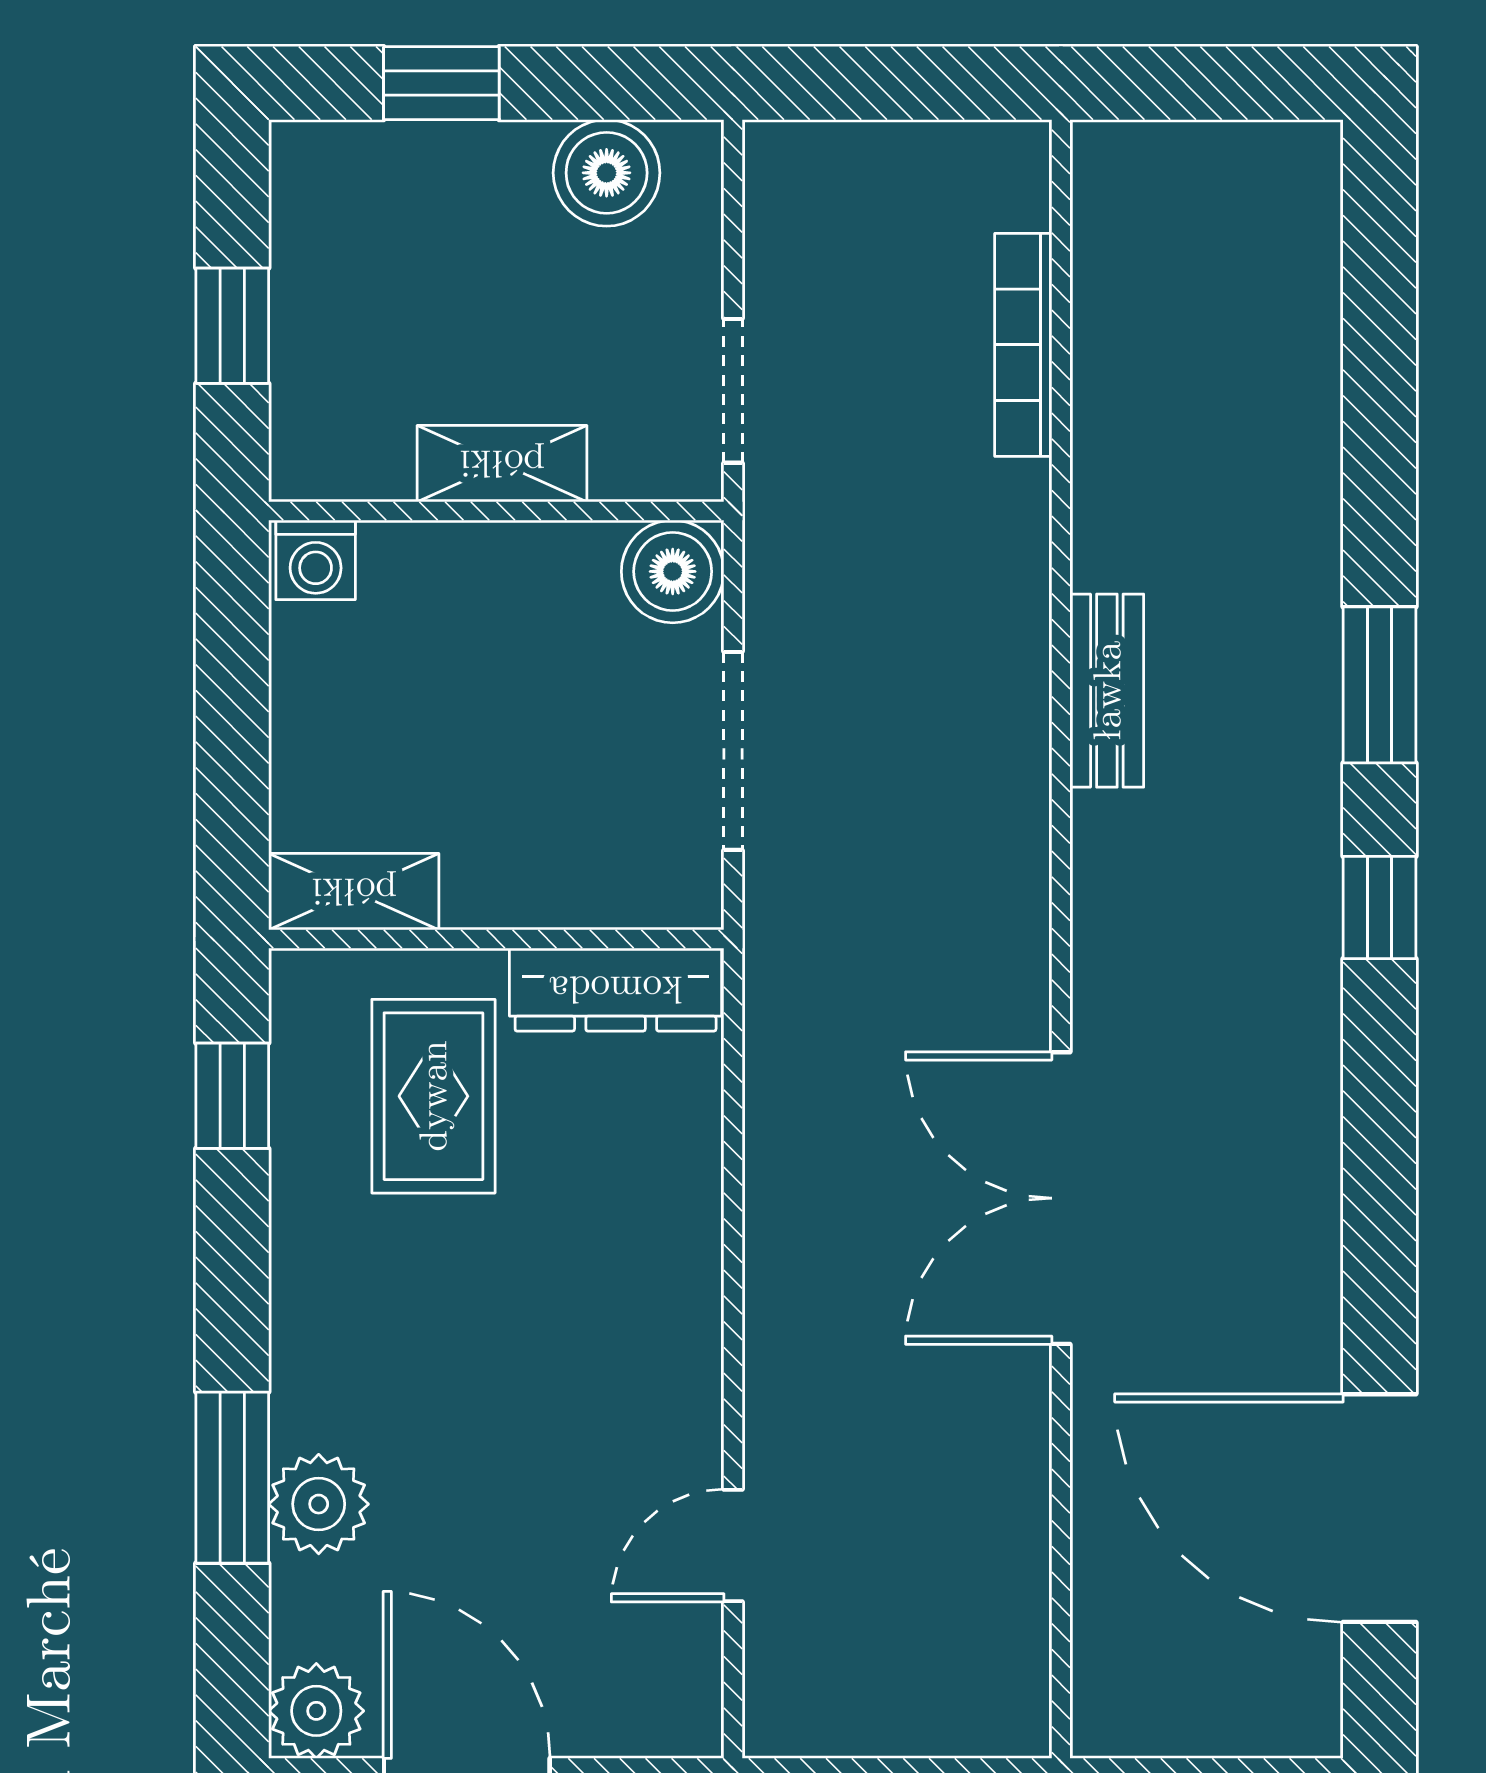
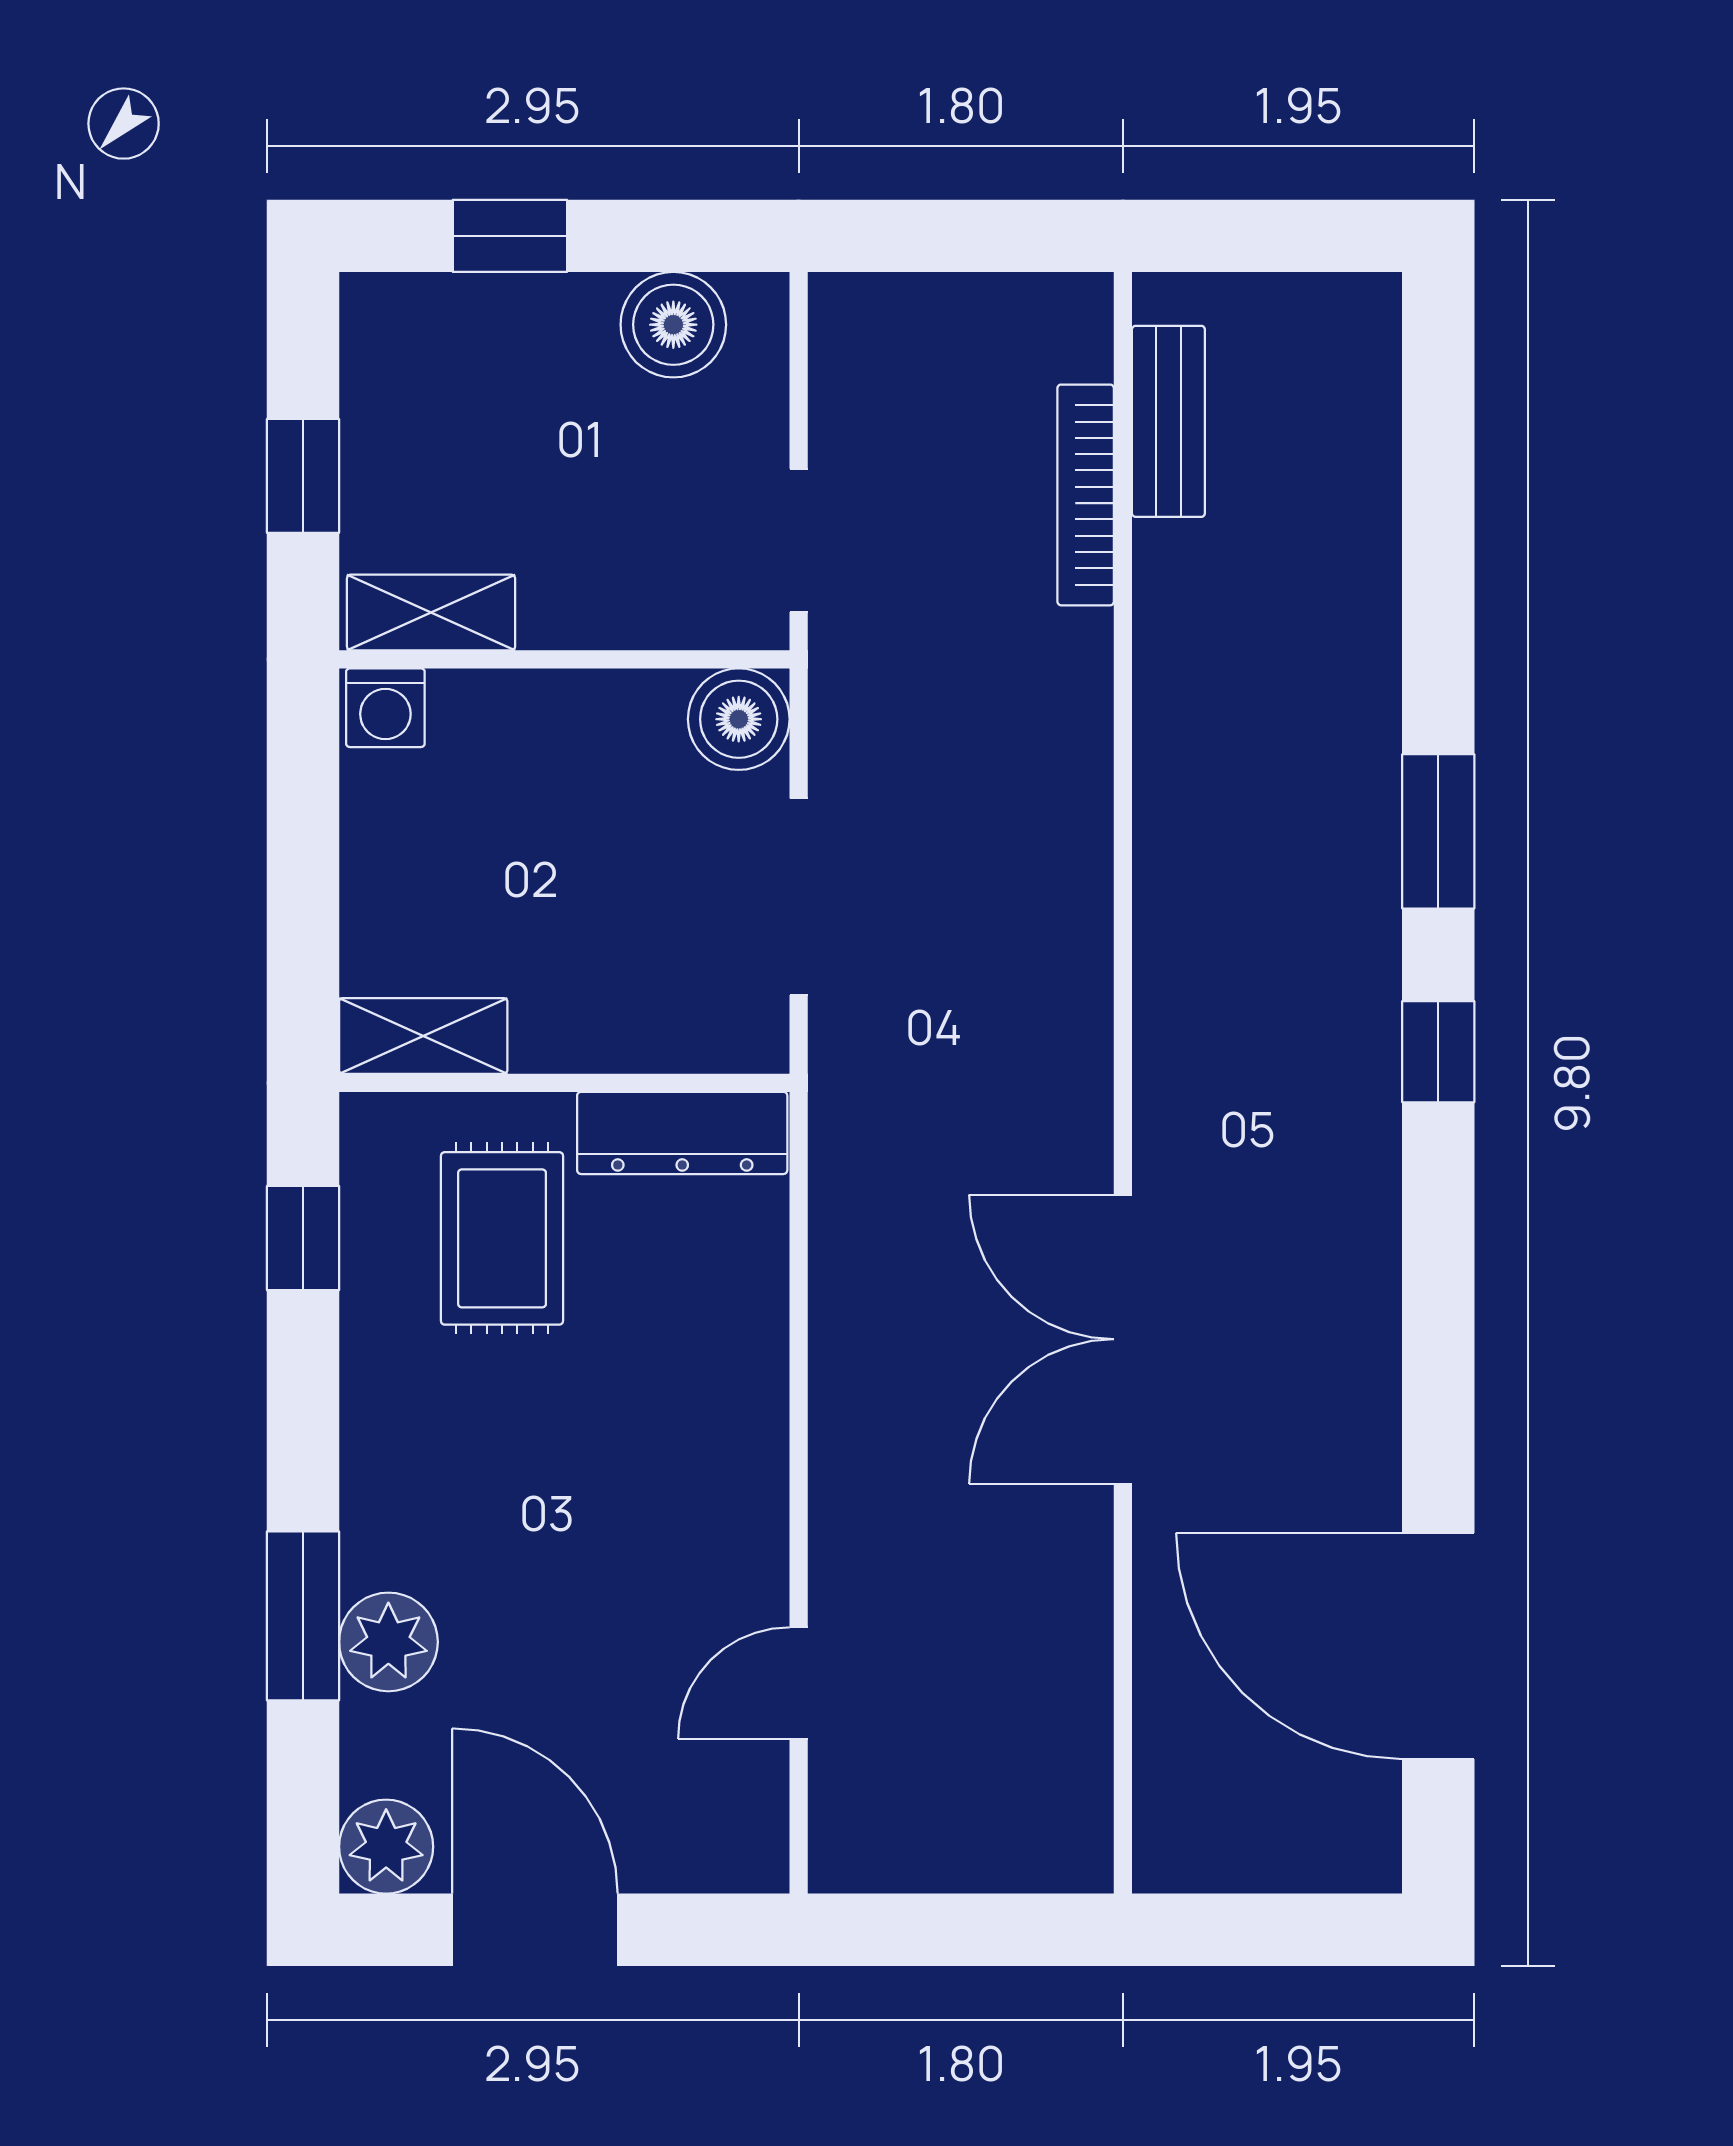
shelving: (502, 464) -> (431, 613), moved
bench: (1107, 691) -> (1168, 421), moved

